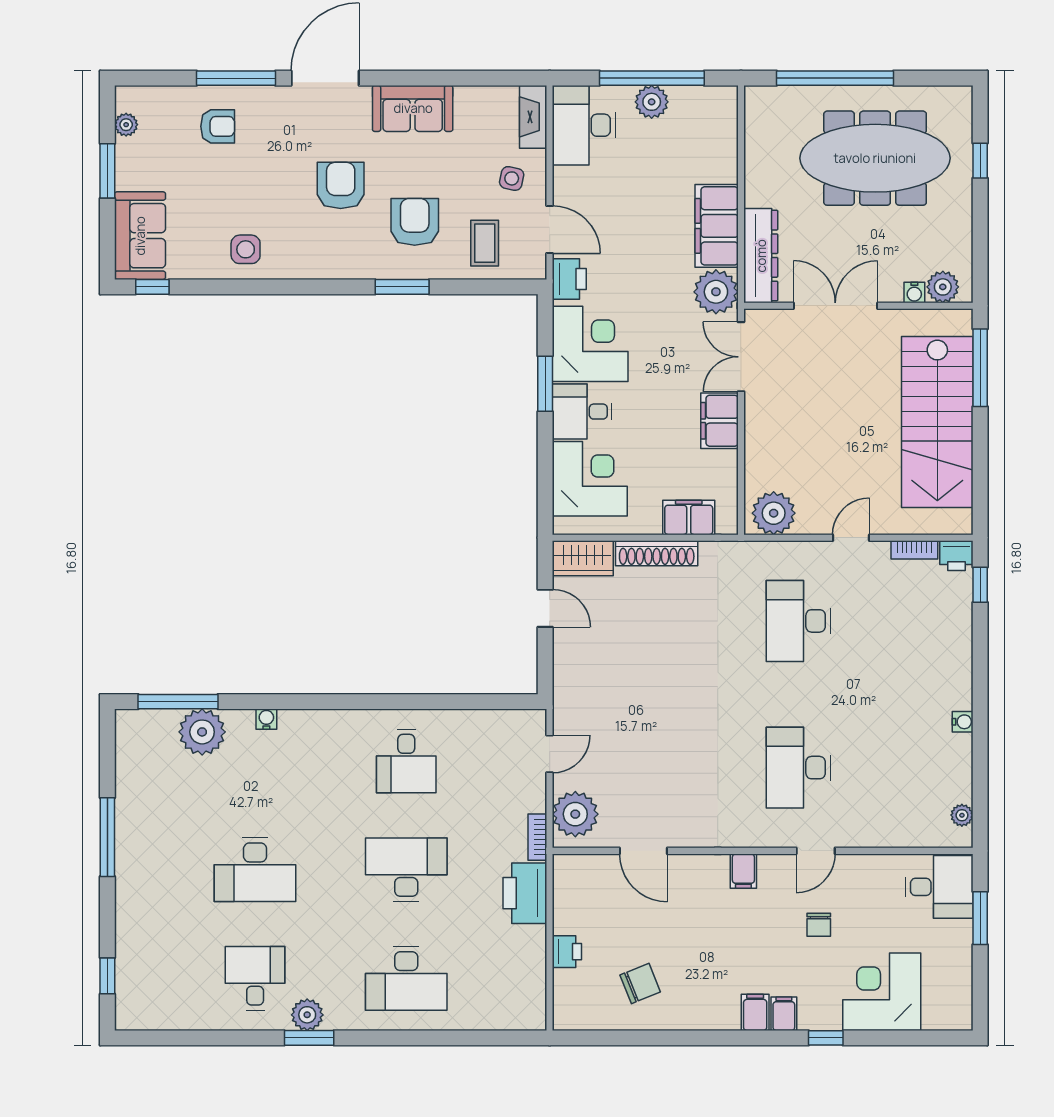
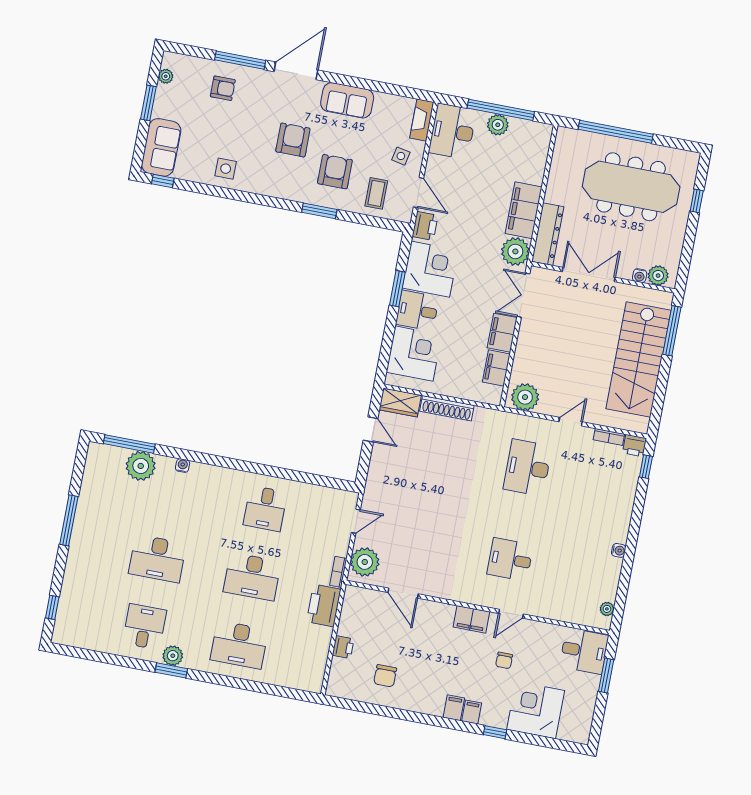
filing cabinet: (689, 518) -> (496, 368), moved, turned -90
desk: (798, 768) -> (510, 560), width x0.73
desk: (406, 870) -> (252, 577), turned 180
filing cabinet: (743, 871) -> (471, 619), width x2.00
chair: (640, 983) -> (385, 676), turned 112

